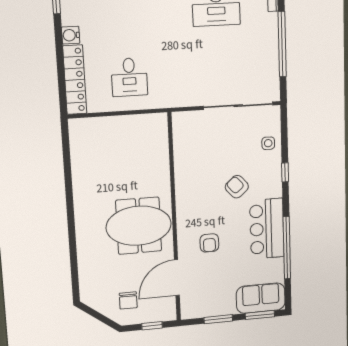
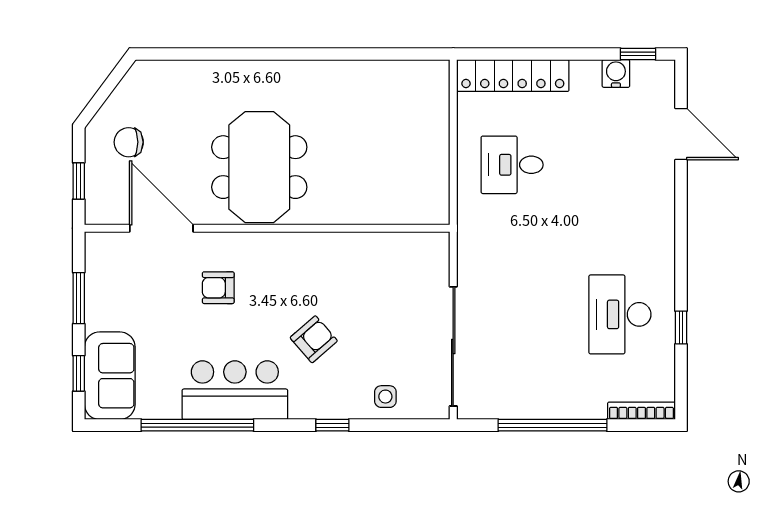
water cooler: (71, 35) -> (616, 73), moved
window: (260, 315) -> (79, 373), width x0.67

